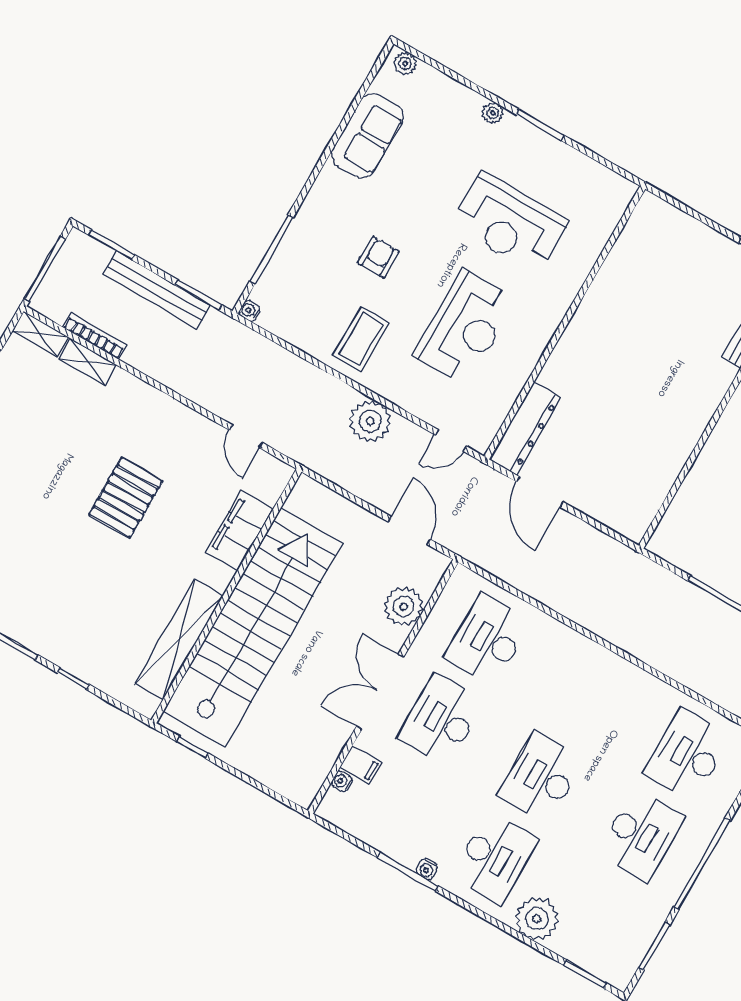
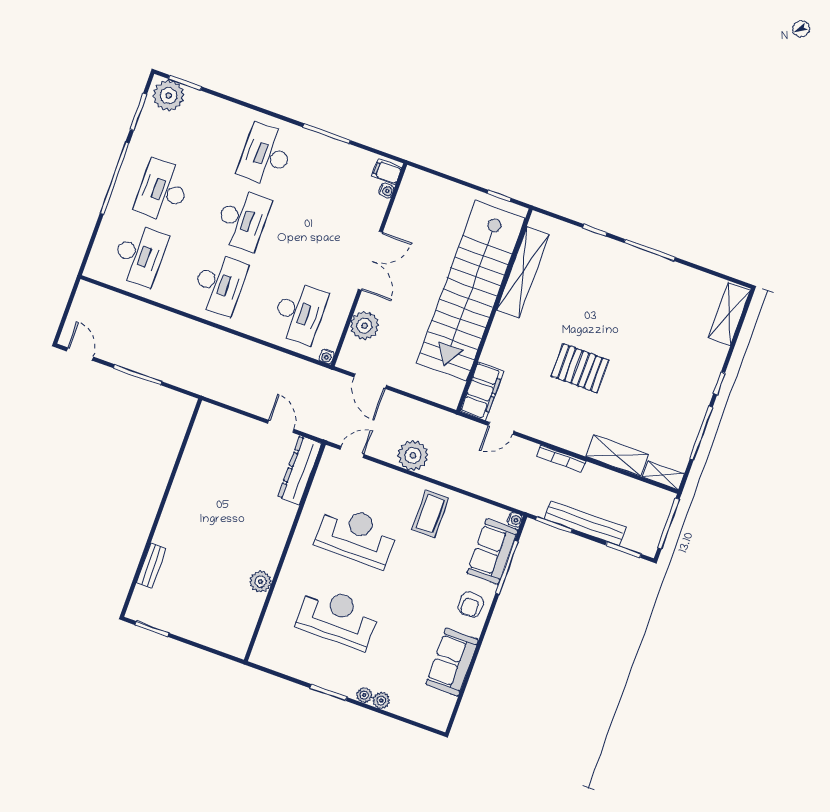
plant: (405, 63) -> (381, 700), moved
armchair: (378, 257) -> (471, 605), moved
sofa: (287, 274) -> (492, 552), added
plant: (604, 289) -> (261, 582), added
reception desk: (465, 327) -> (356, 536), turned 90
bookcase: (95, 336) -> (561, 458), moved
shelving: (88, 362) -> (617, 456), width x1.50, depth x1.33
door: (246, 436) -> (501, 428), swing flipped
door: (540, 492) -> (281, 426), width x0.73
pallet: (126, 498) -> (580, 368), turned 90
filing cabinet: (240, 531) -> (482, 391), moved
desk: (441, 720) -> (219, 284), moved
filing cabinet: (361, 765) -> (387, 172), moved
water cooler: (427, 869) -> (327, 356), moved, turned 180
plant: (537, 919) -> (169, 95), moved

